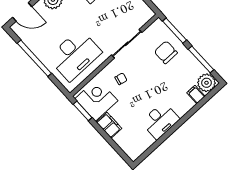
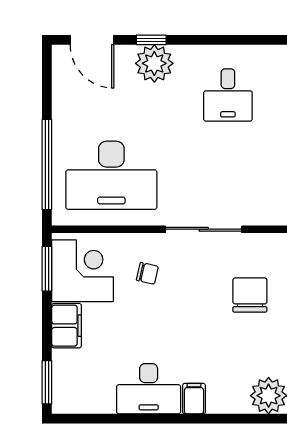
window: (34, 58) -> (47, 165), moved
filing cabinet: (196, 95) -> (194, 399), moved
window: (121, 152) -> (47, 382), added

